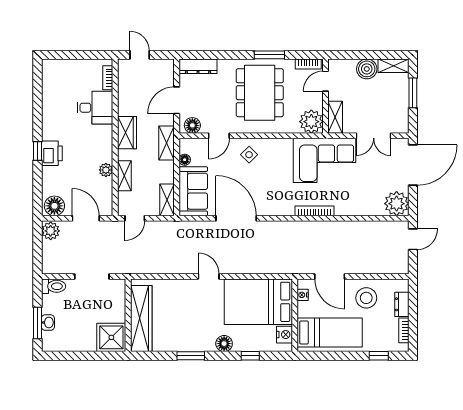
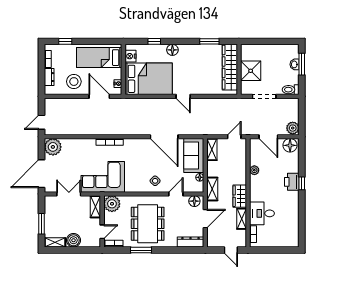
shelving: (124, 176) -> (242, 219), moved
shower: (111, 337) -> (251, 71), moved
window: (191, 356) -> (209, 41), moved

